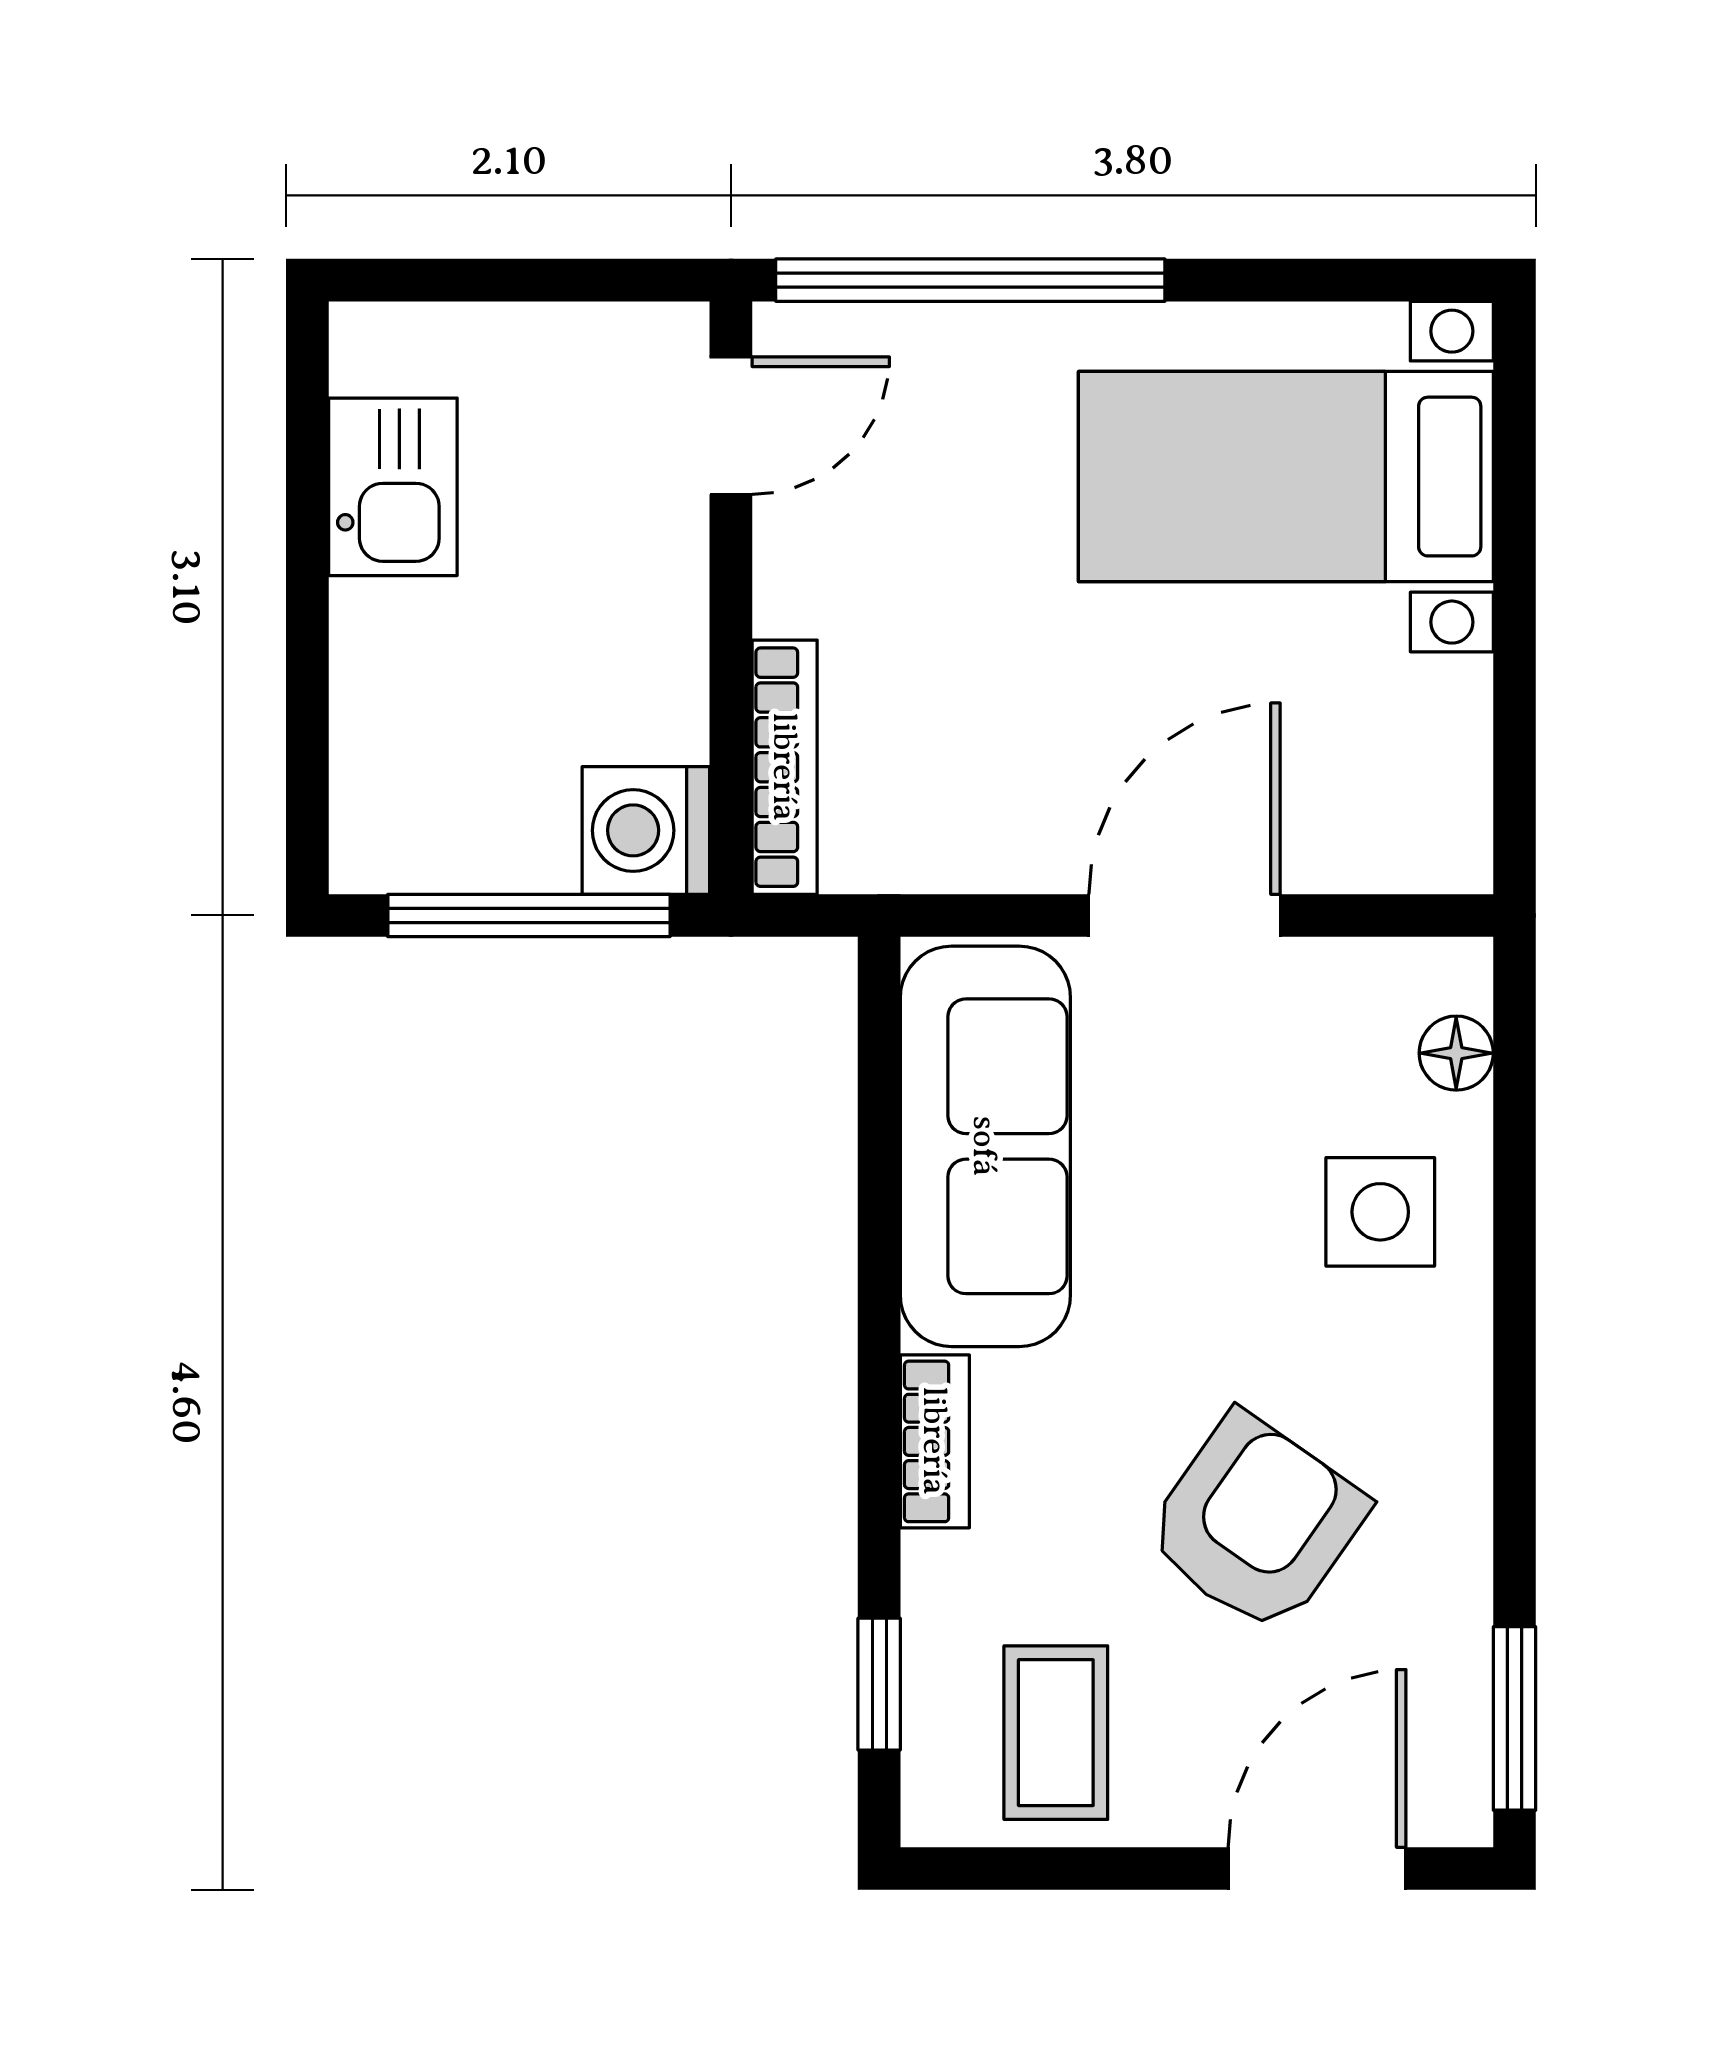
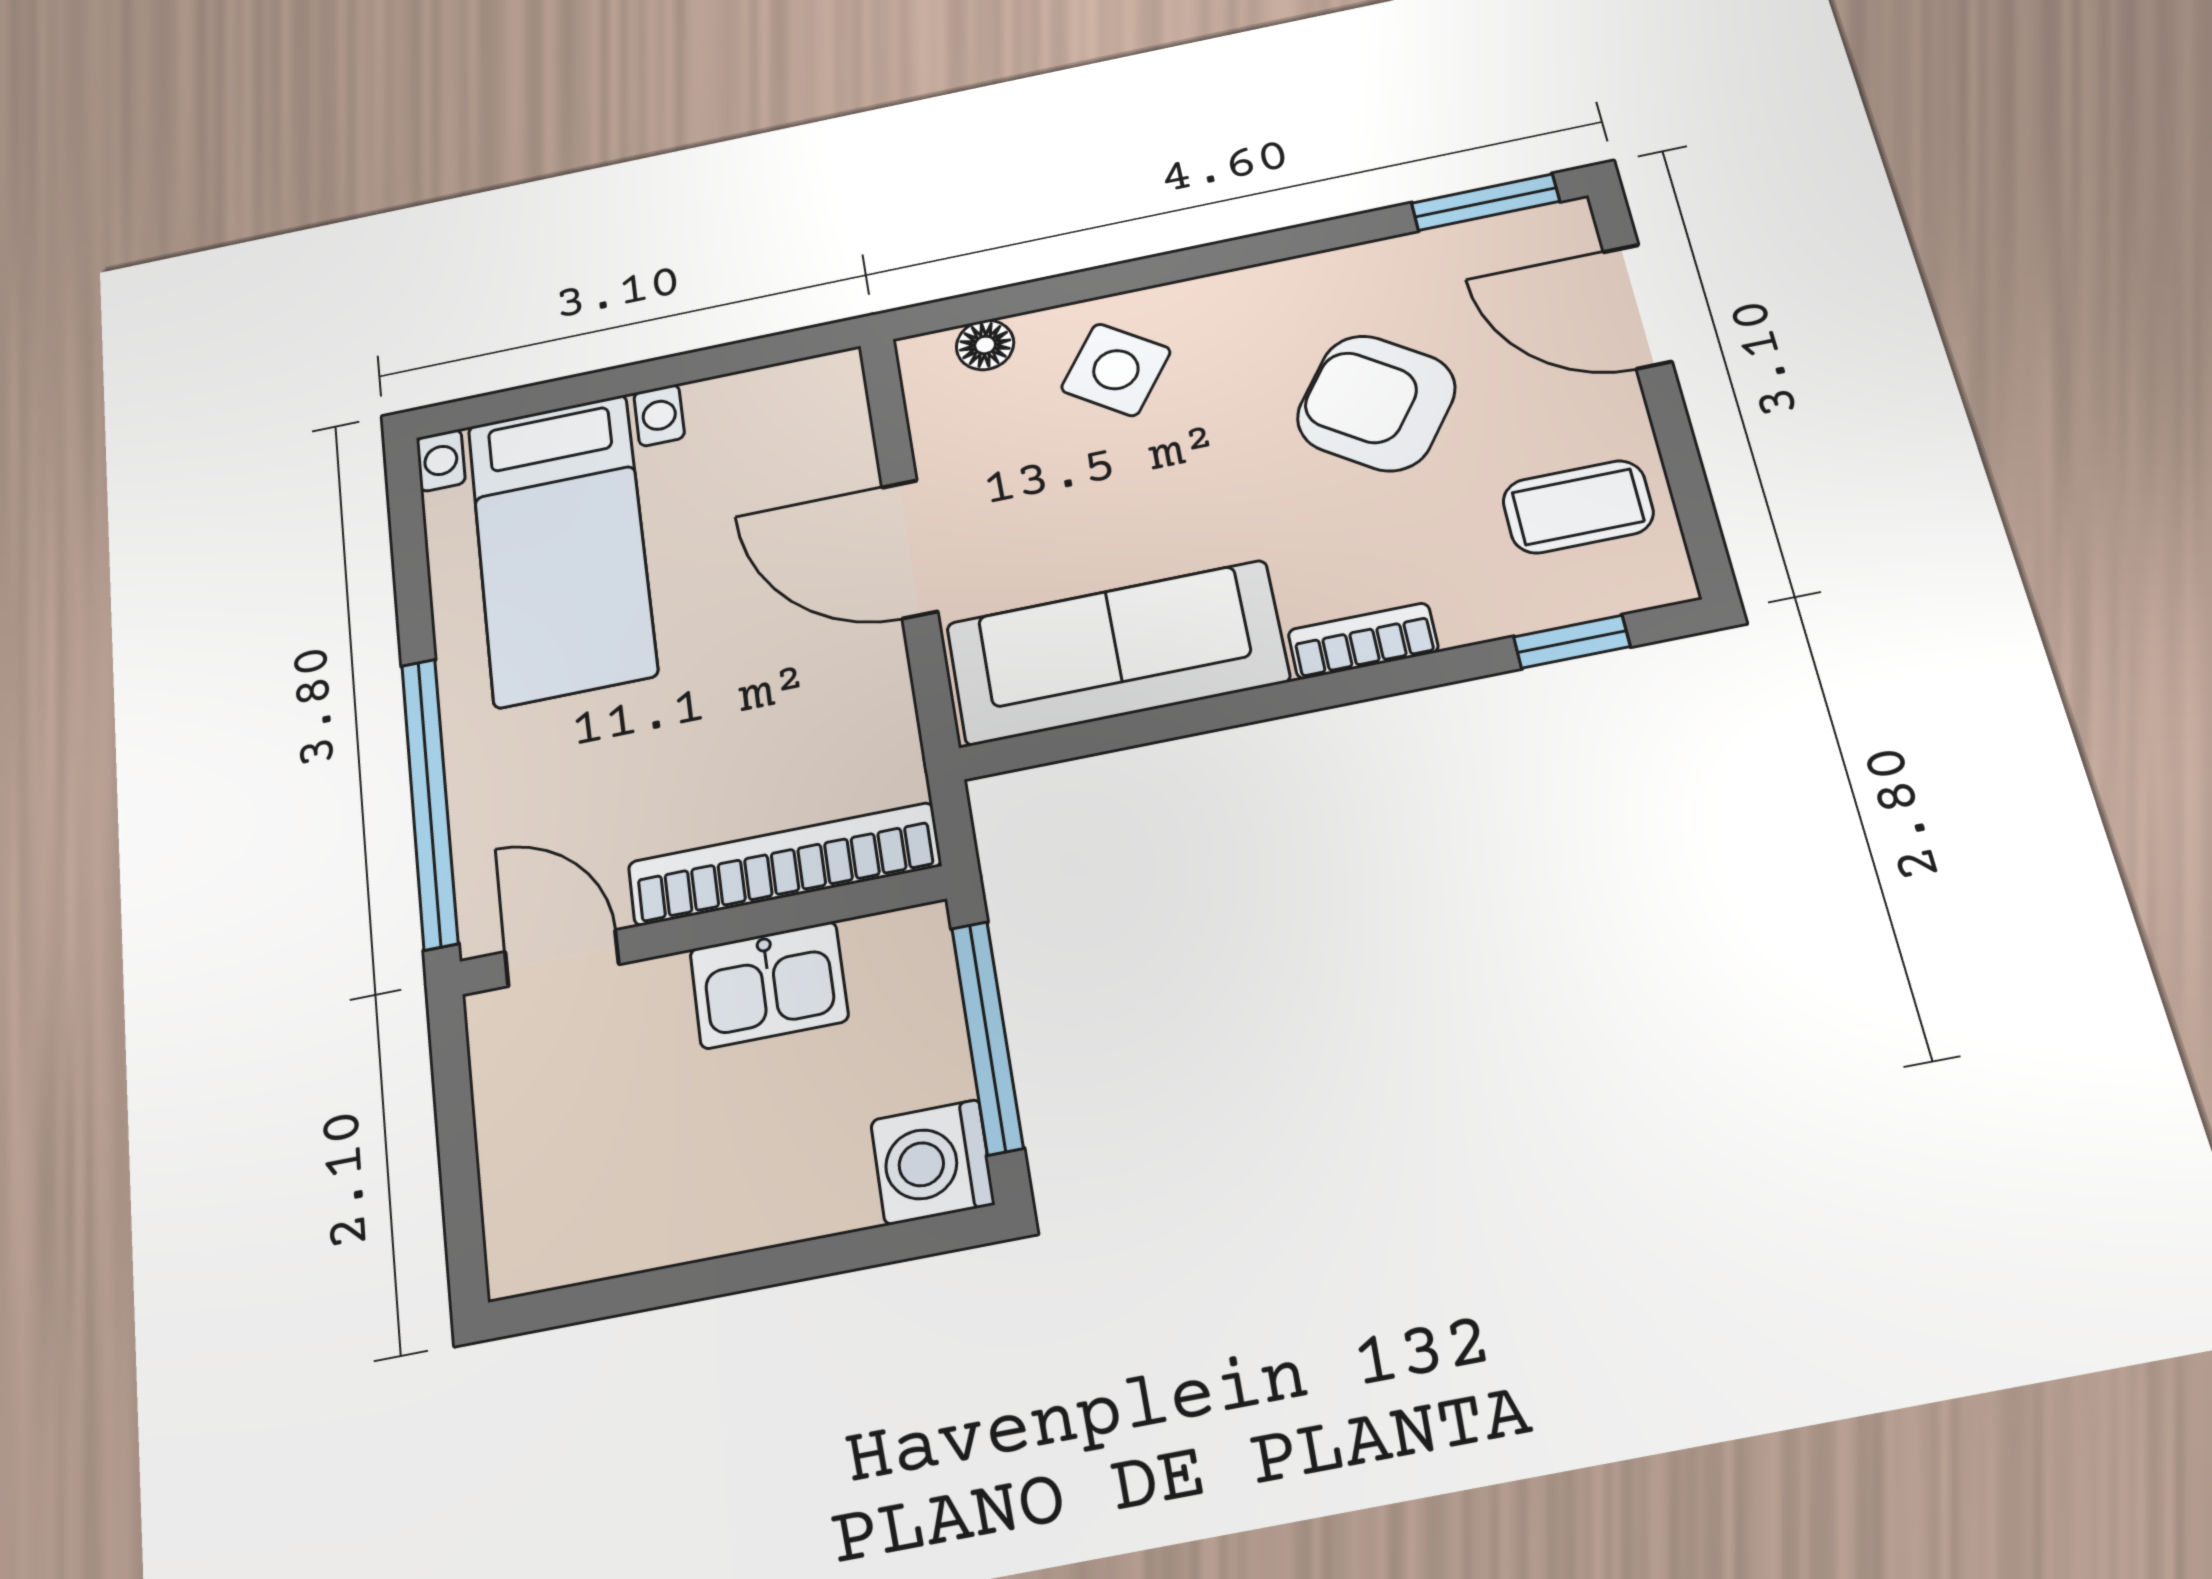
kitchen sink: (393, 487) -> (769, 985), moved, turned 180
bookcase: (785, 767) -> (784, 864), width x1.48, depth x1.31
washing machine: (646, 830) -> (932, 1162), moved, turned 90
side table: (1380, 1212) -> (1116, 370), turned 35

